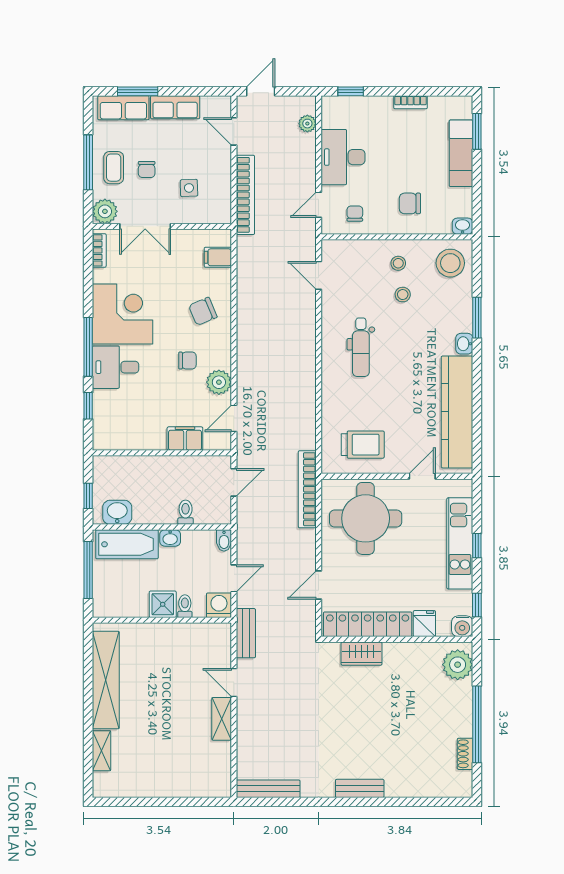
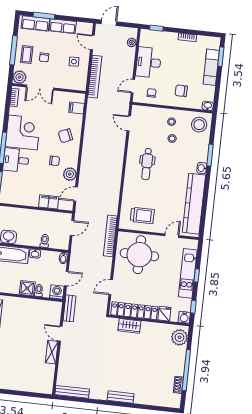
side table: (189, 188) -> (74, 62), moved

